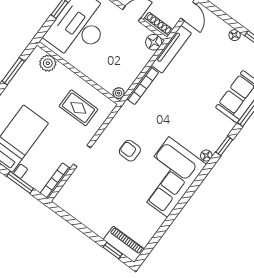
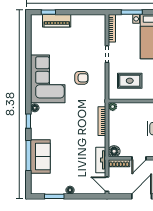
tv unit: (171, 49) -> (101, 160), width x0.71
piano: (124, 244) -> (57, 21), moved

